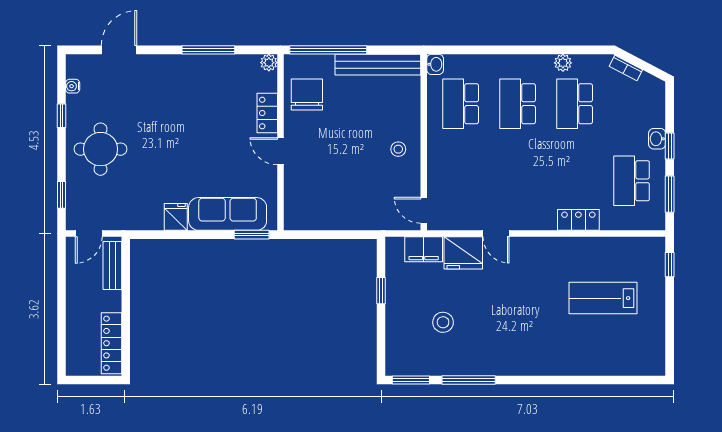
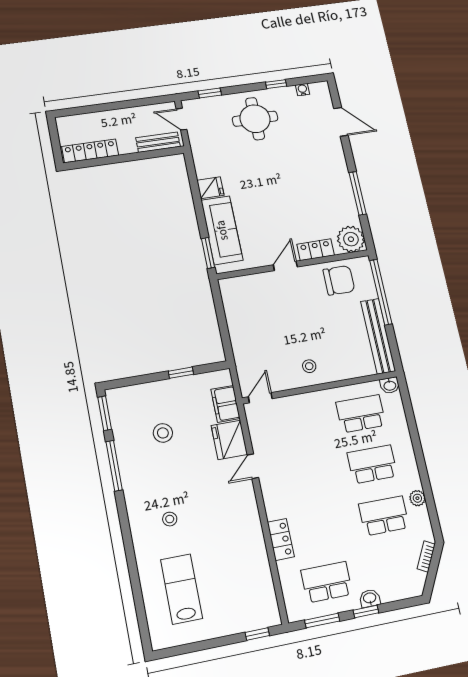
plant: (269, 63) -> (351, 239), width x1.88, depth x1.88
lab bench: (603, 298) -> (181, 589), moved
stool: (535, 332) -> (170, 519), added

